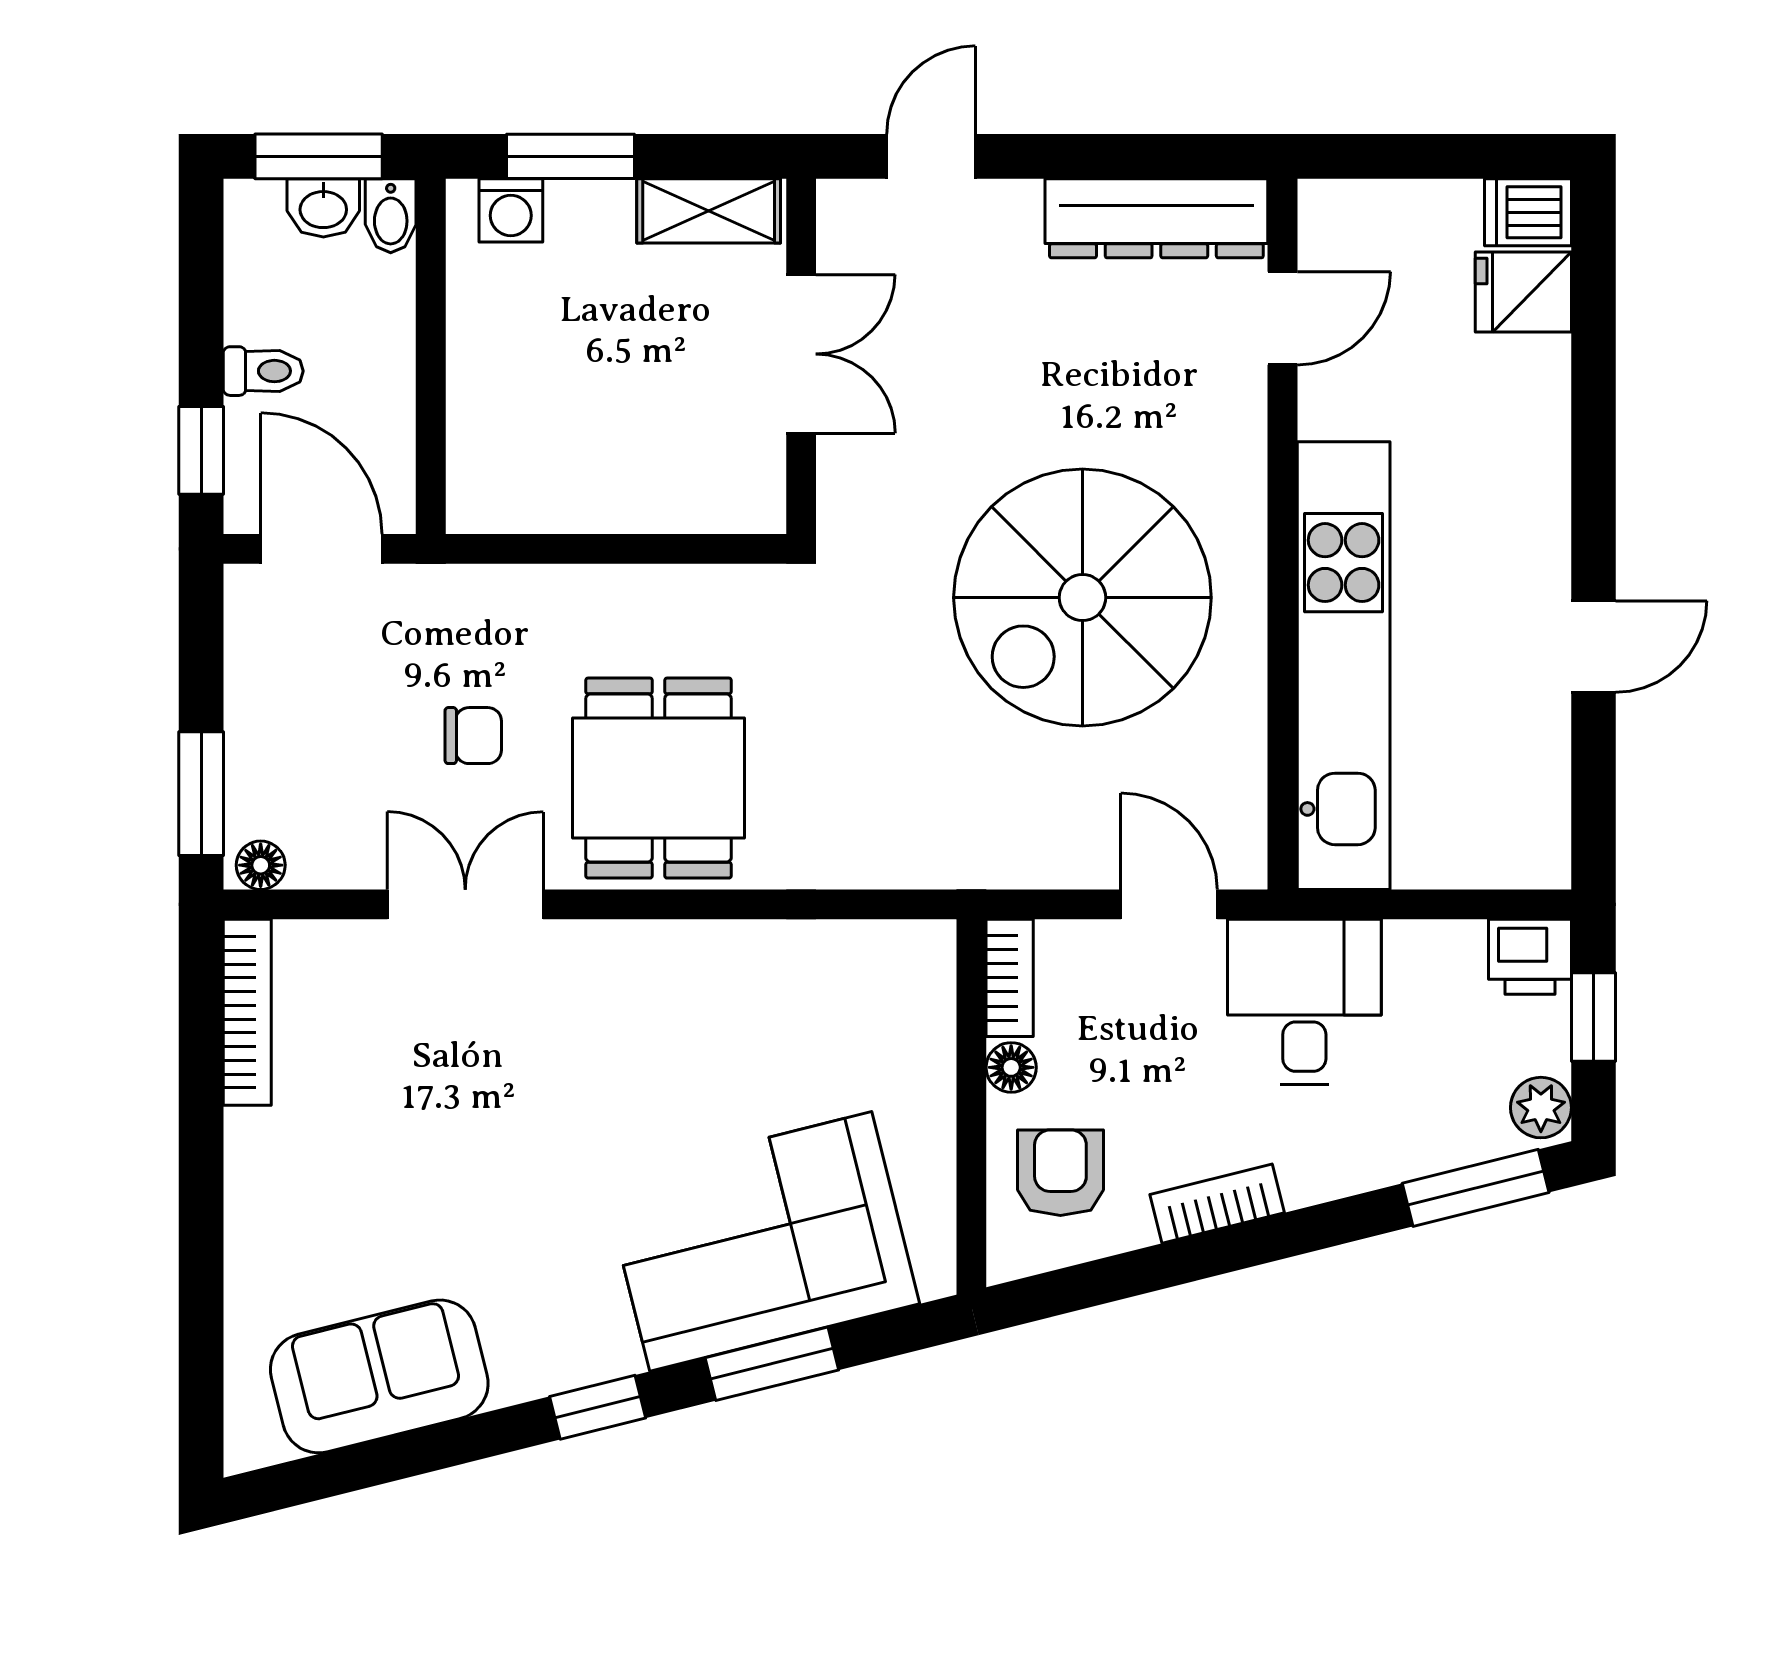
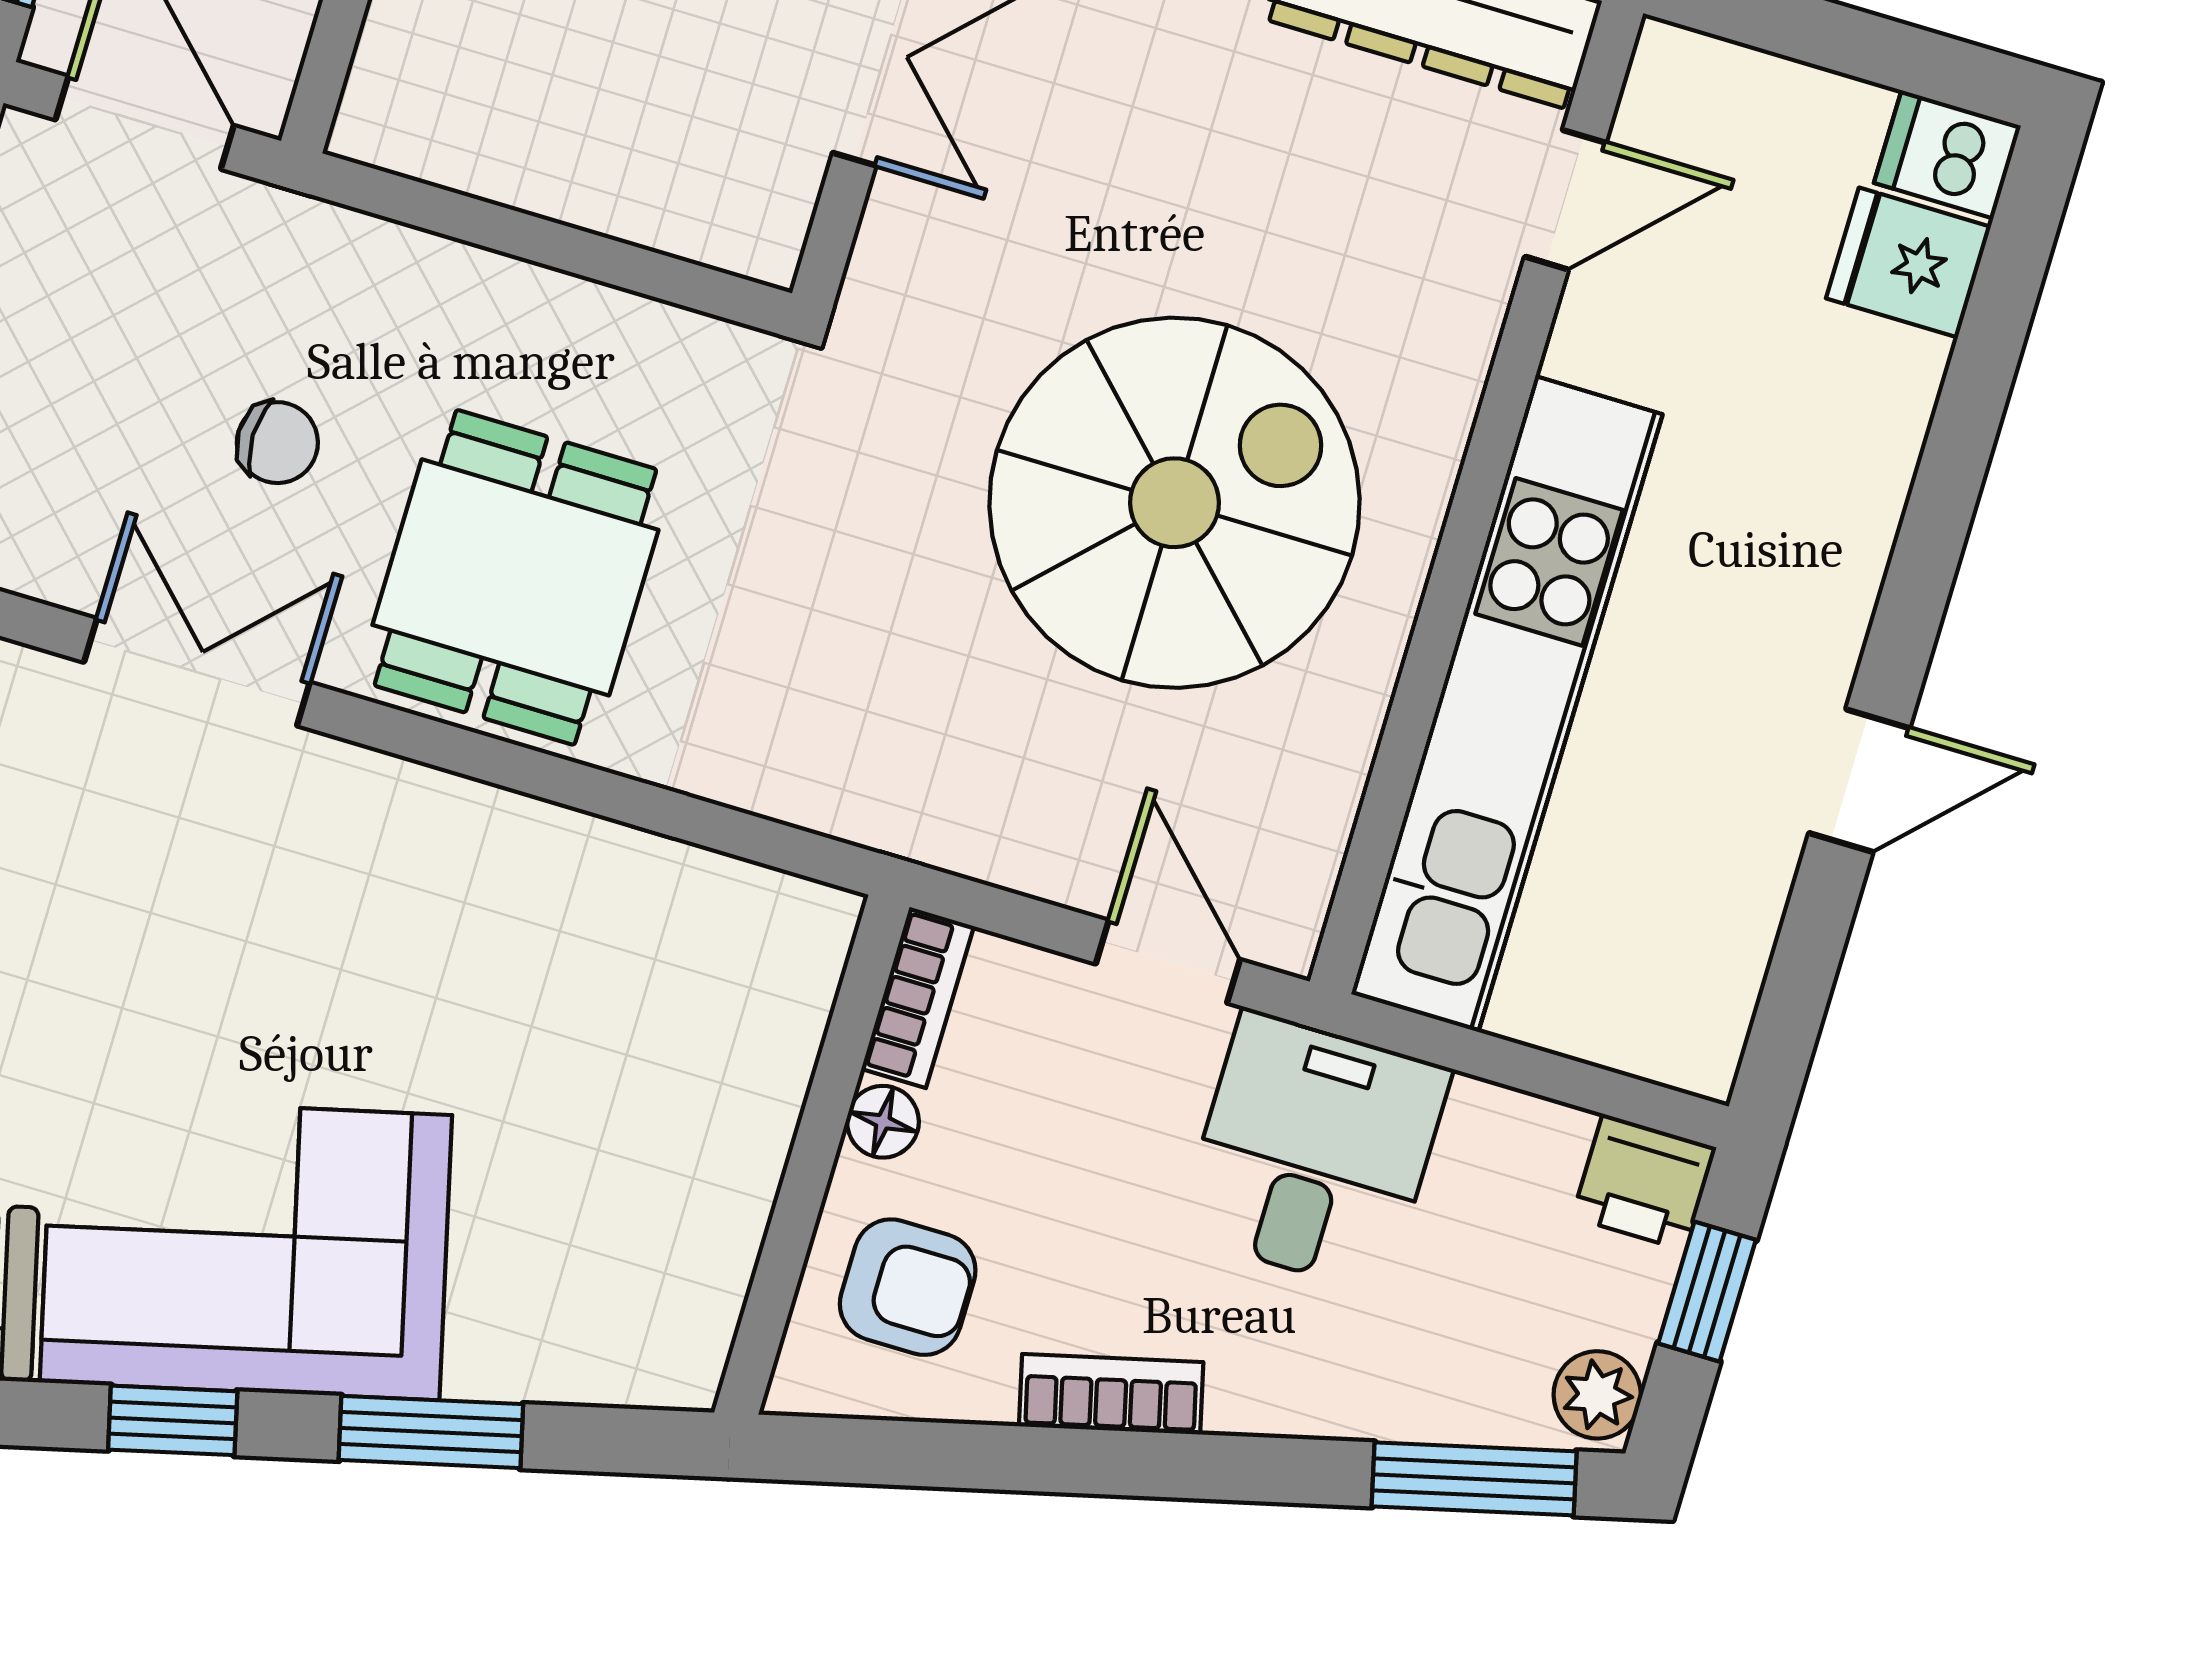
spiral stairs: (1082, 598) -> (1174, 503), turned 180
armchair: (1060, 1173) -> (908, 1287), turned 90
corner sofa: (761, 1241) -> (246, 1249), moved

